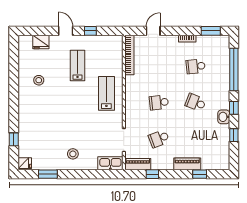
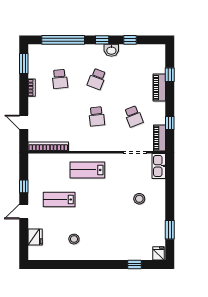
stool: (73, 154) -> (139, 199), moved

